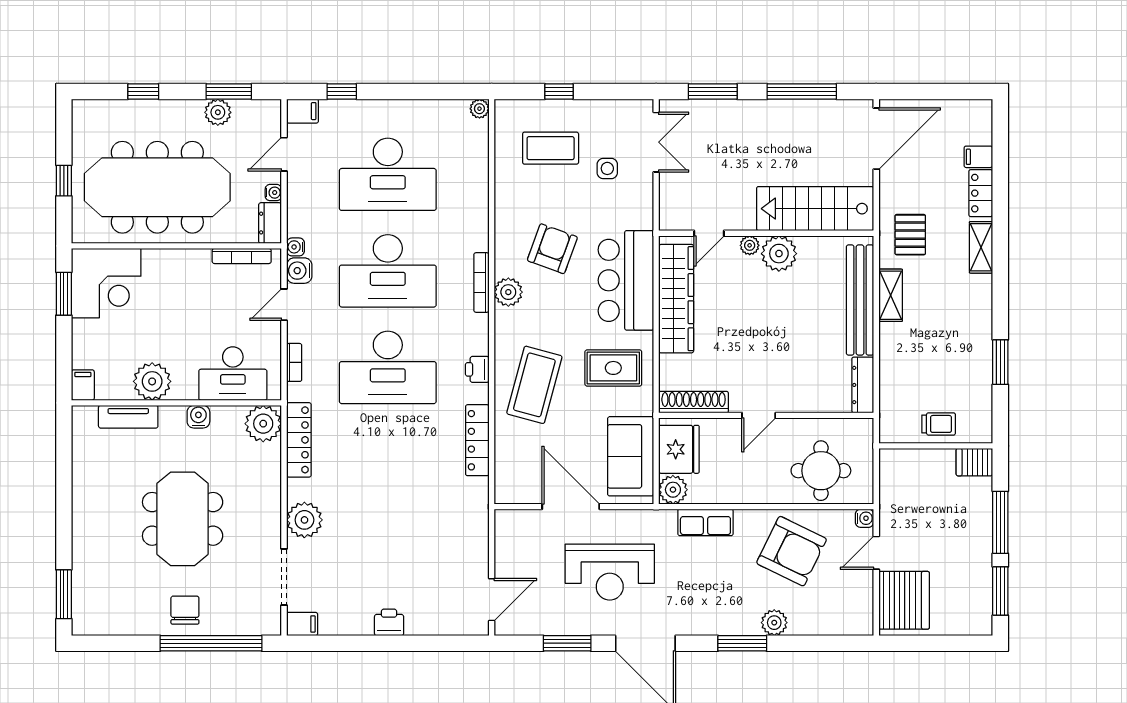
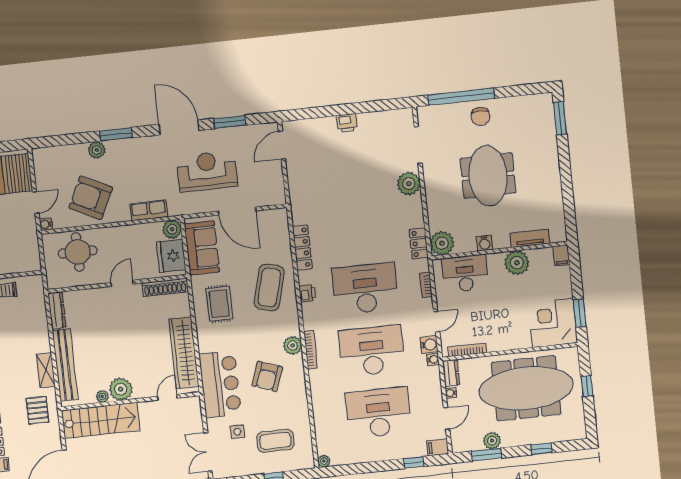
plant: (750, 245) -> (102, 396), moved
bar counter: (626, 280) -> (220, 384), moved
rug: (613, 368) -> (219, 304), turned 90
locker: (299, 440) -> (419, 244), width x0.66
filing cabinet: (302, 624) -> (403, 116), removed

